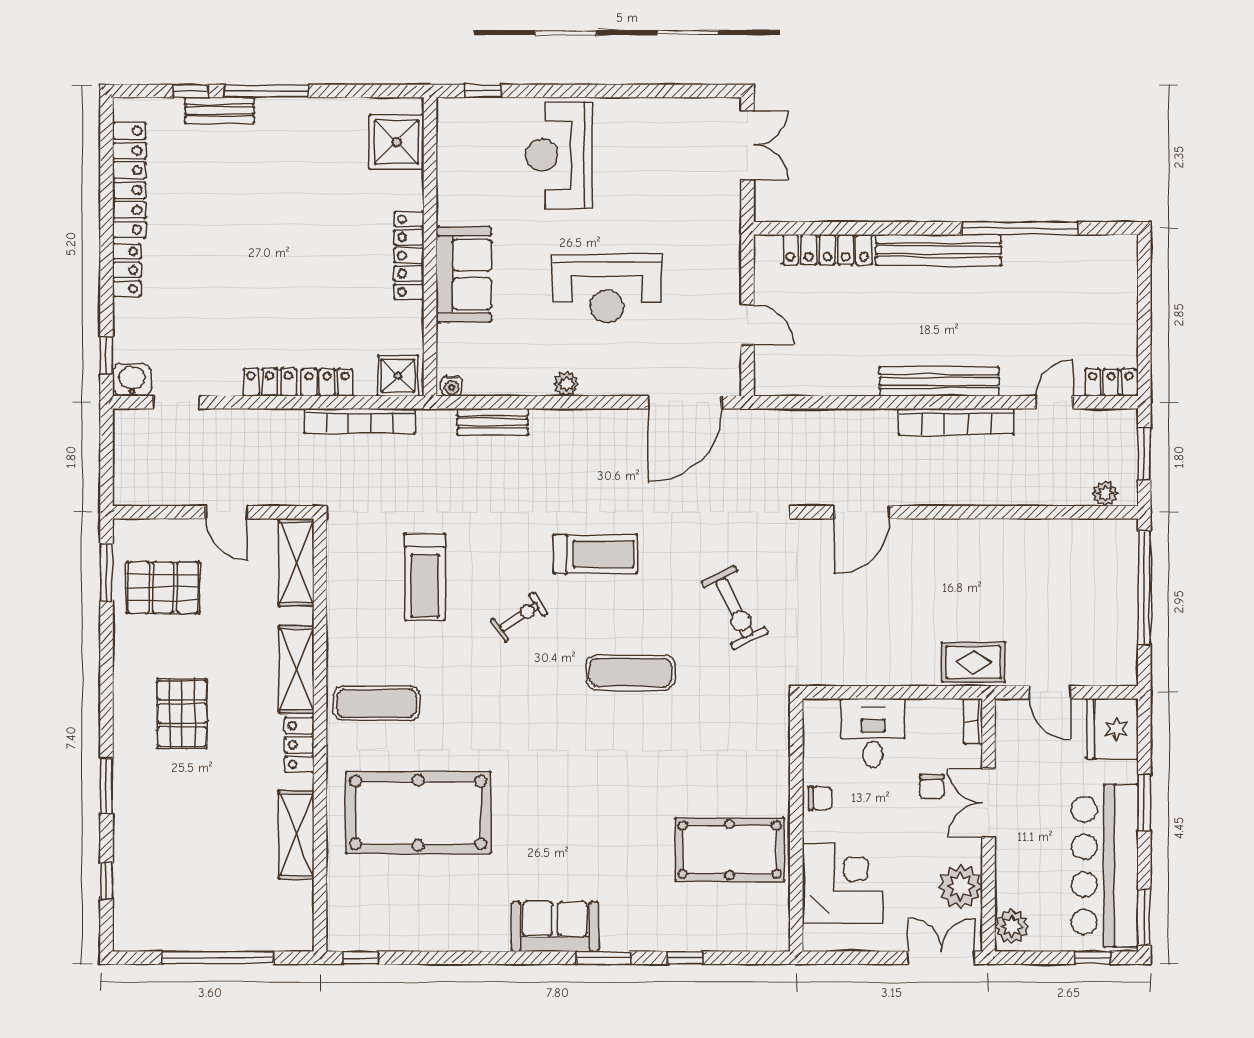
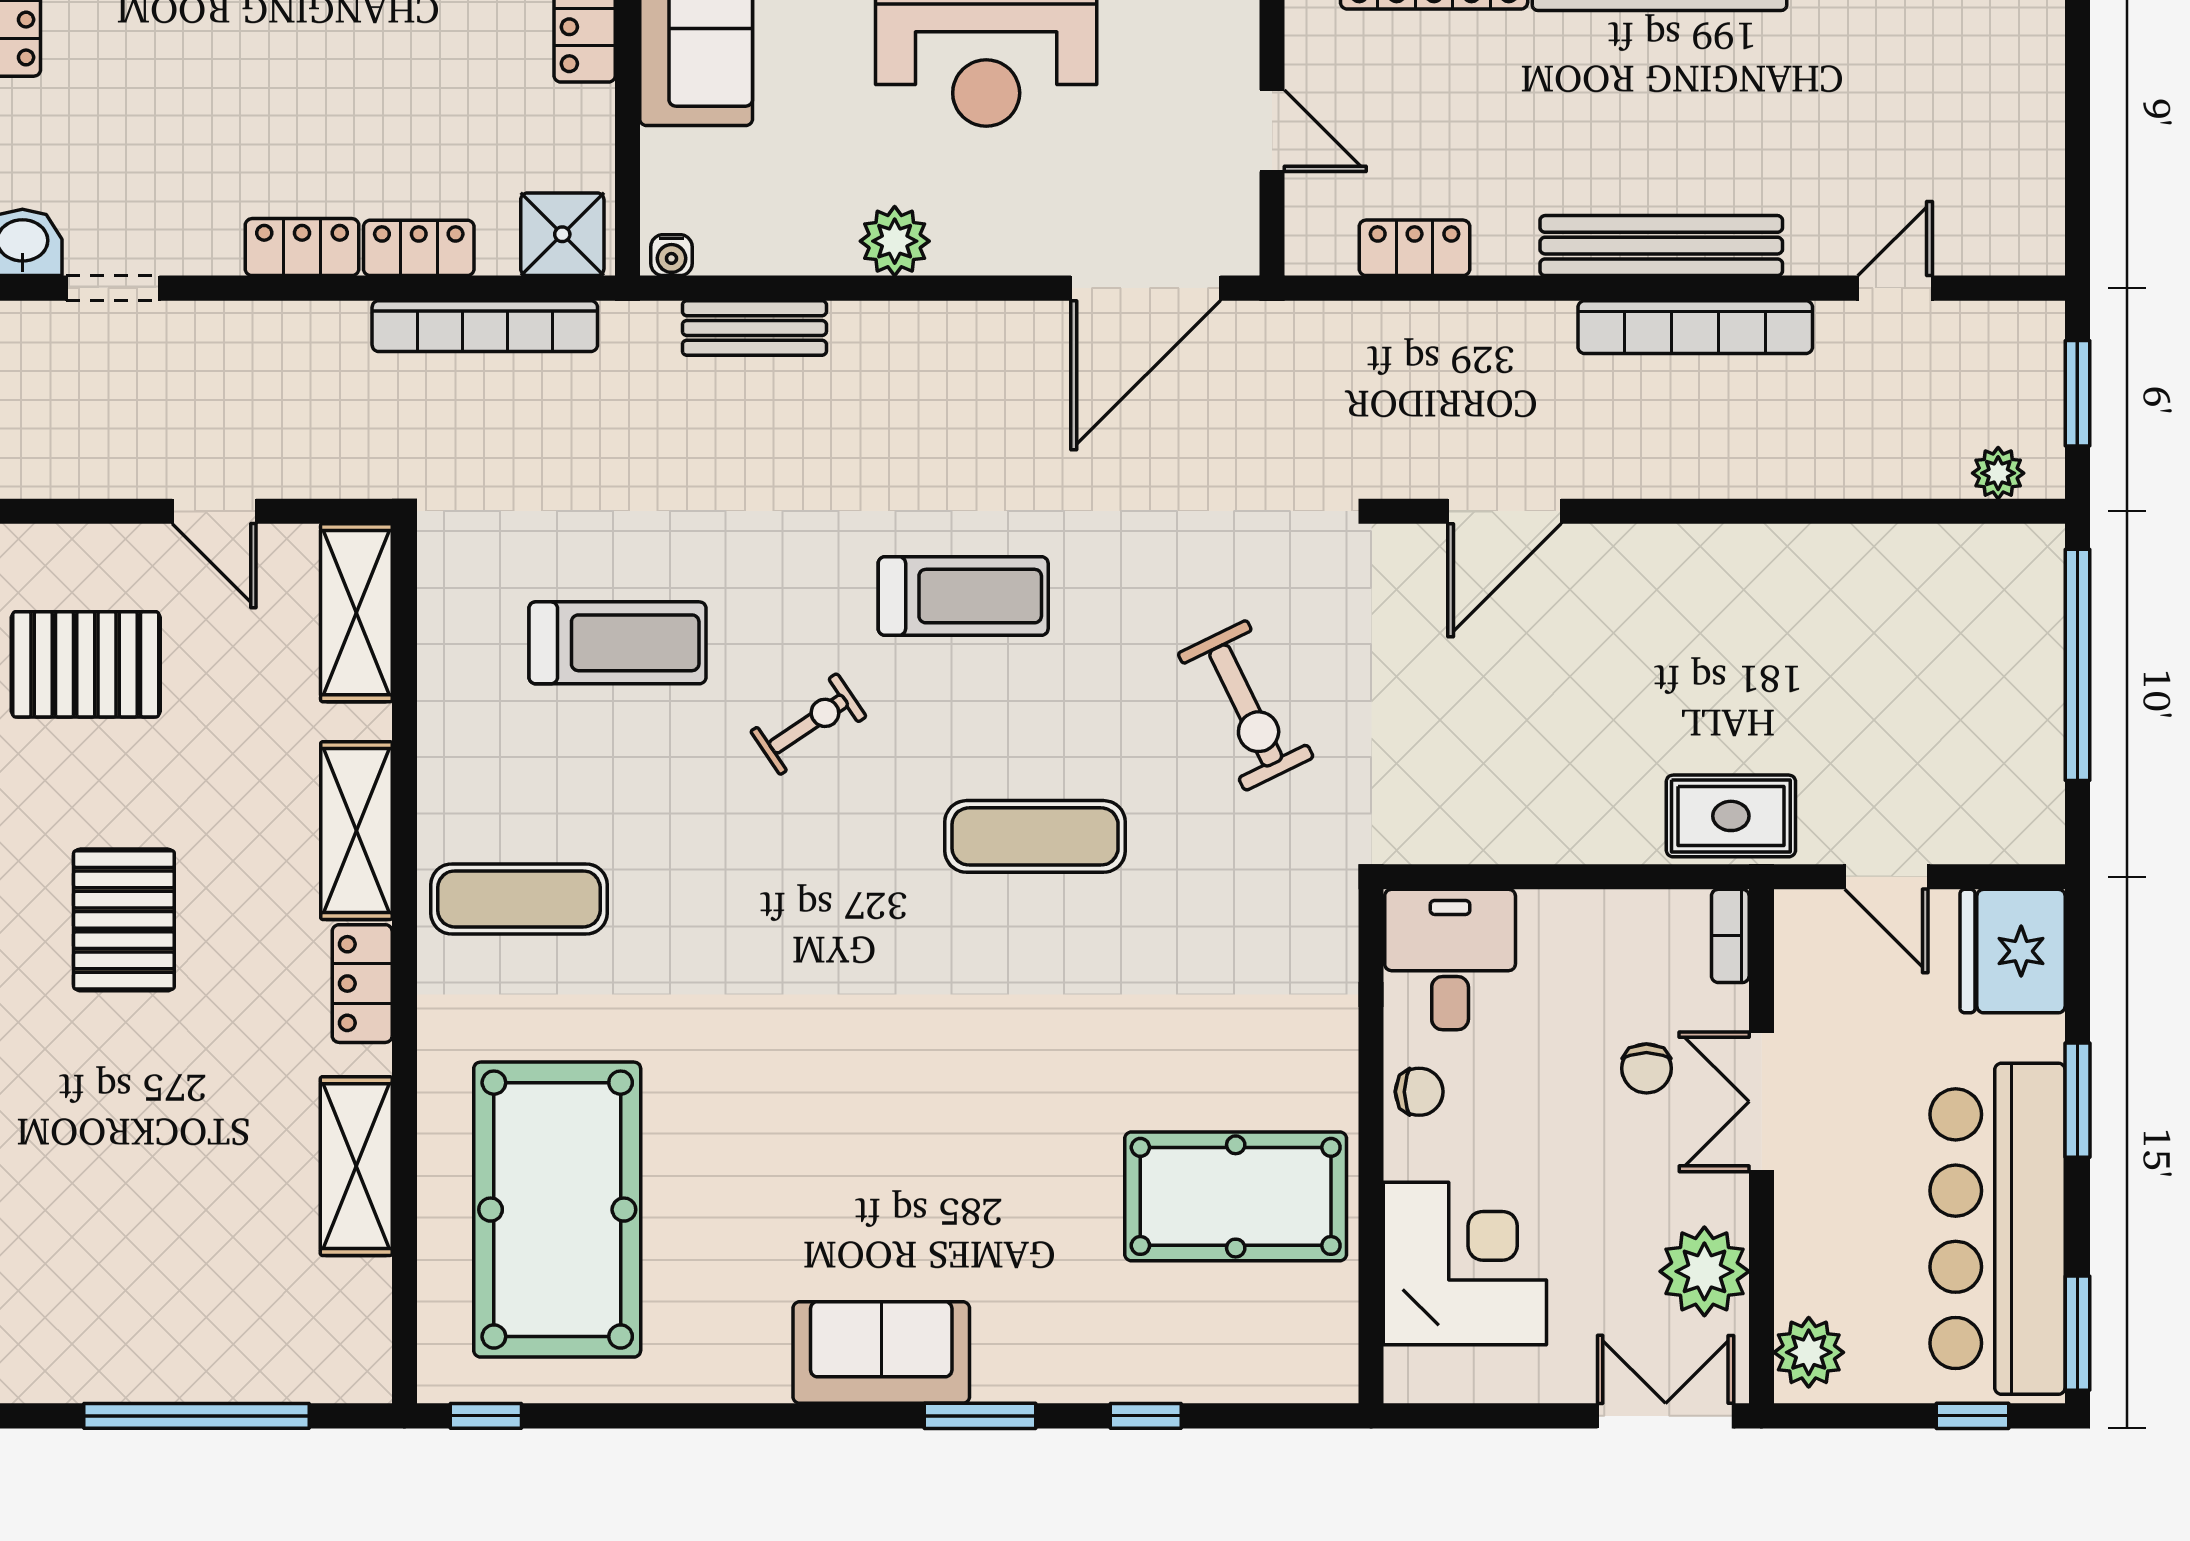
locker: (1111, 382) -> (1415, 248), moved
plant: (566, 384) -> (895, 241), width x1.38, depth x1.38
treadmill: (425, 577) -> (617, 643), turned -90
desk: (873, 733) -> (1450, 960), moved
pool table: (418, 813) -> (557, 1210), moved, turned 90

